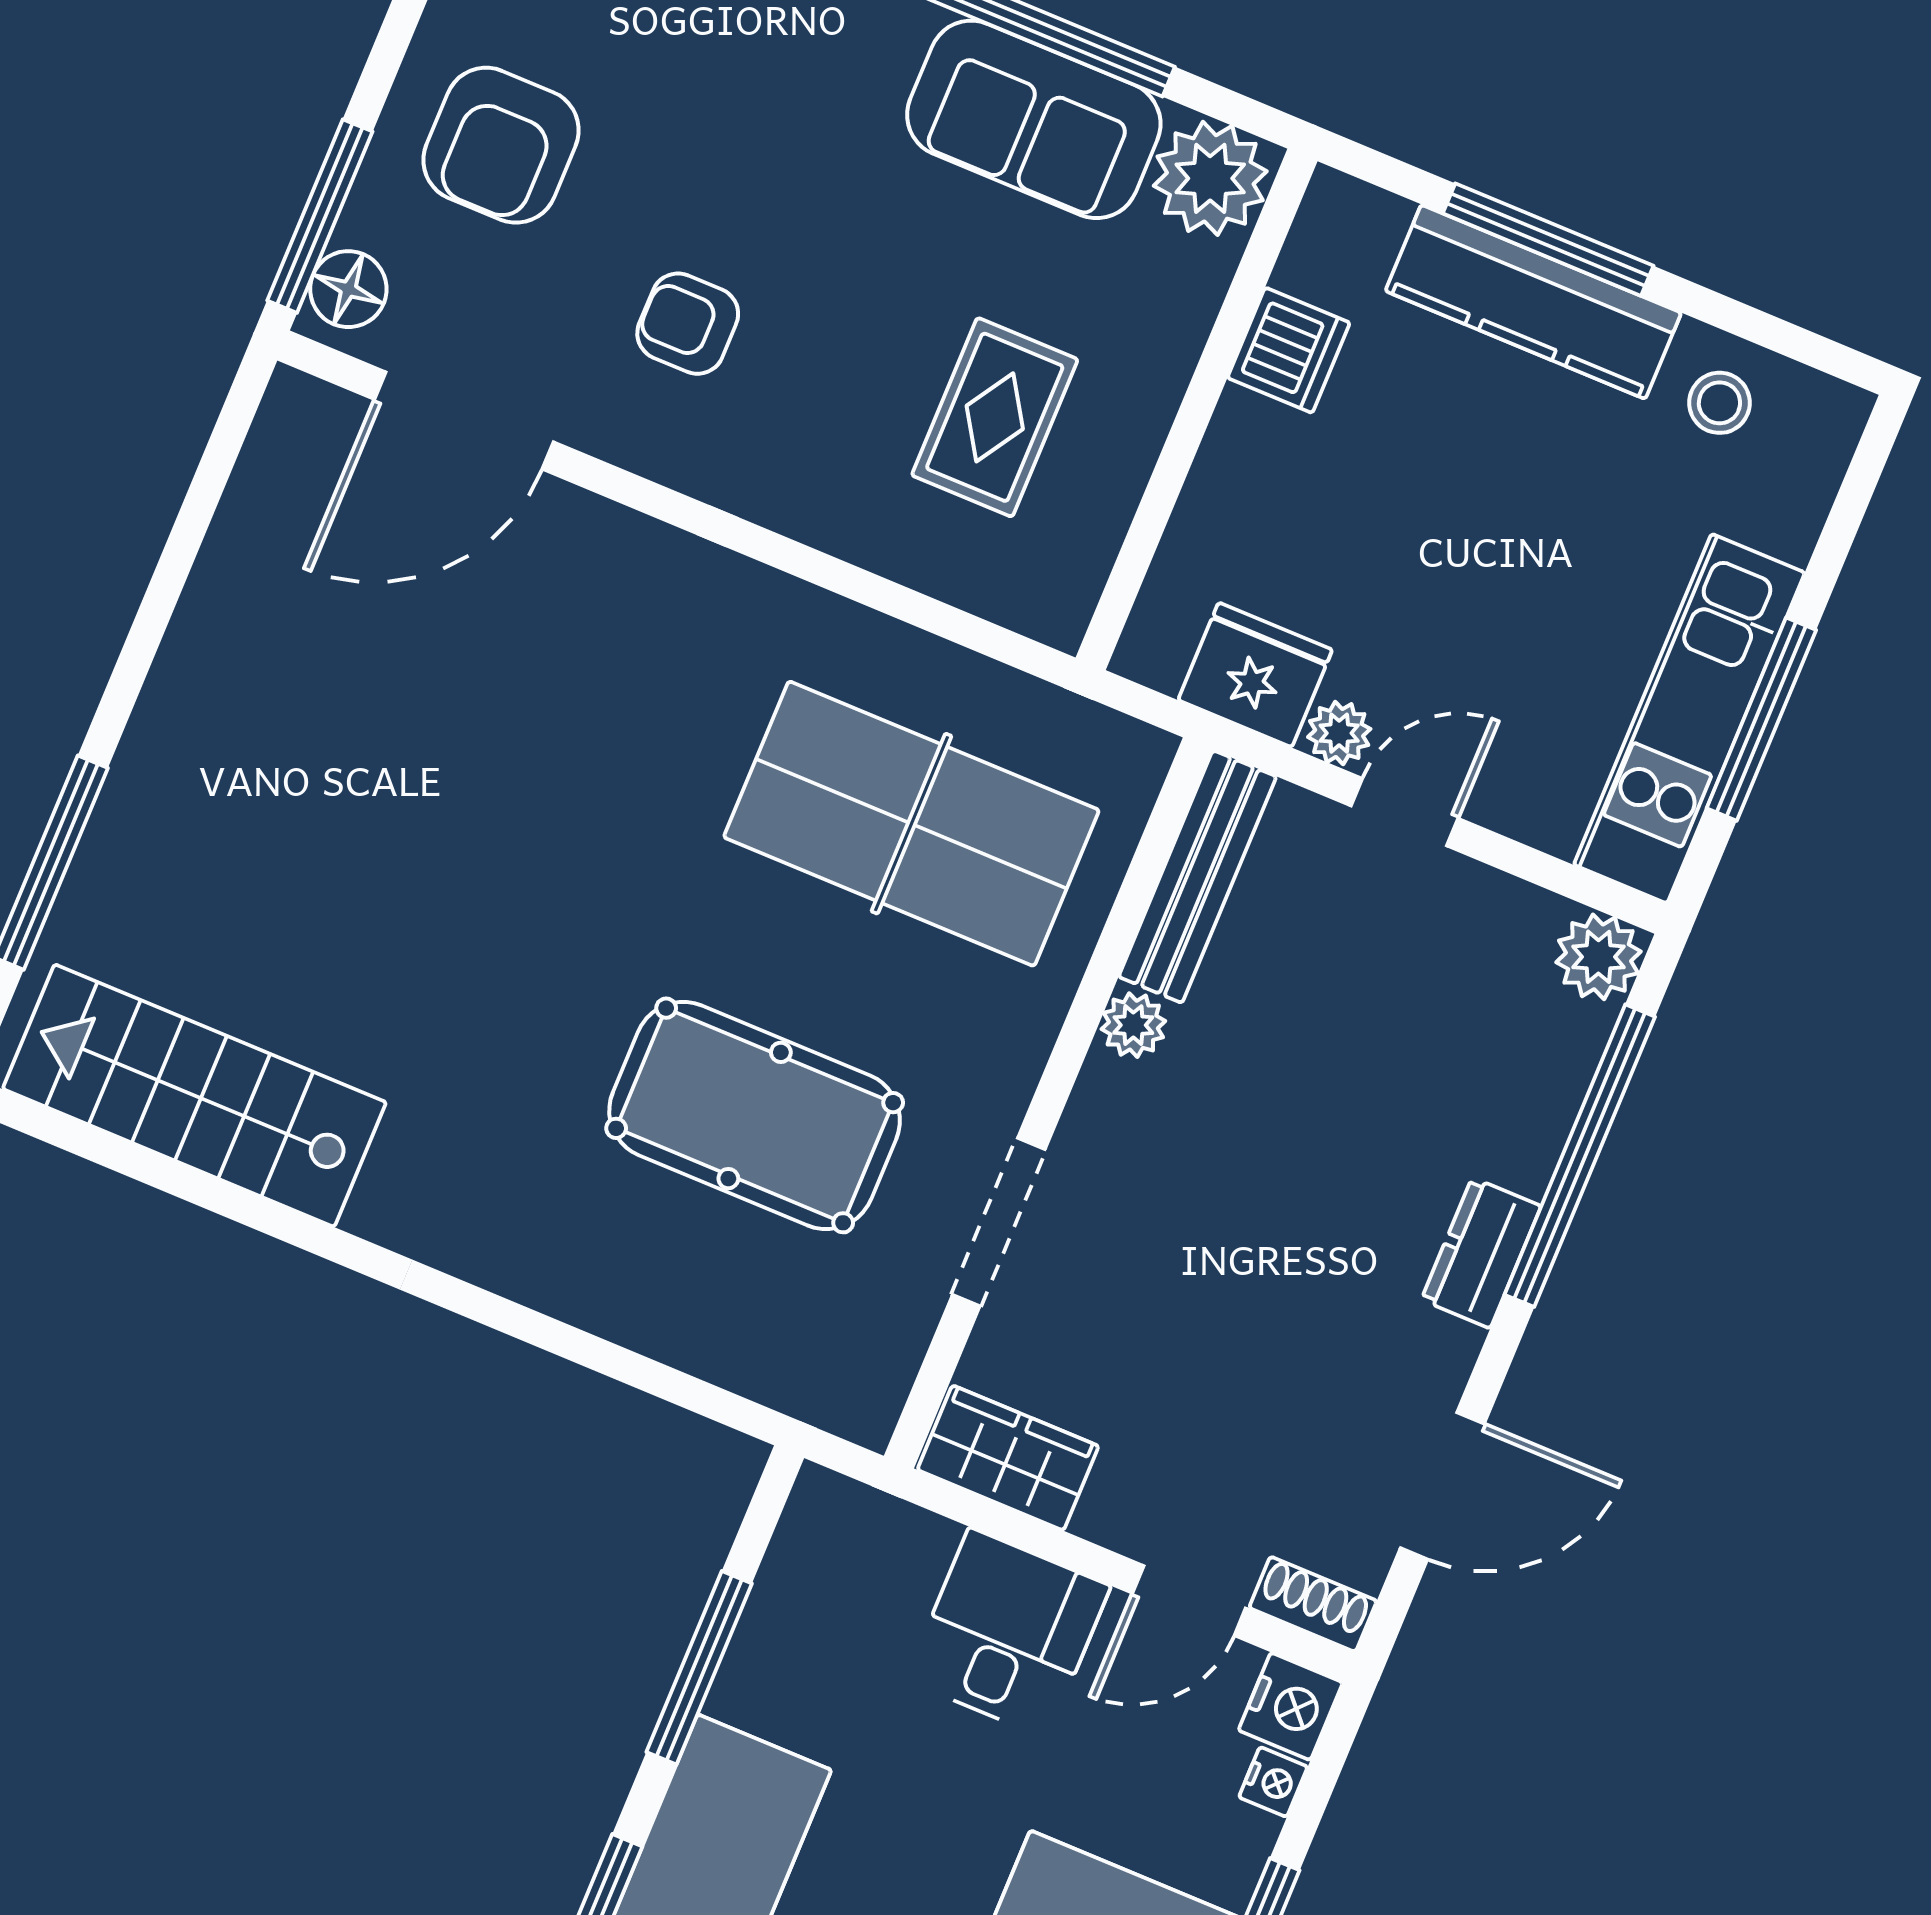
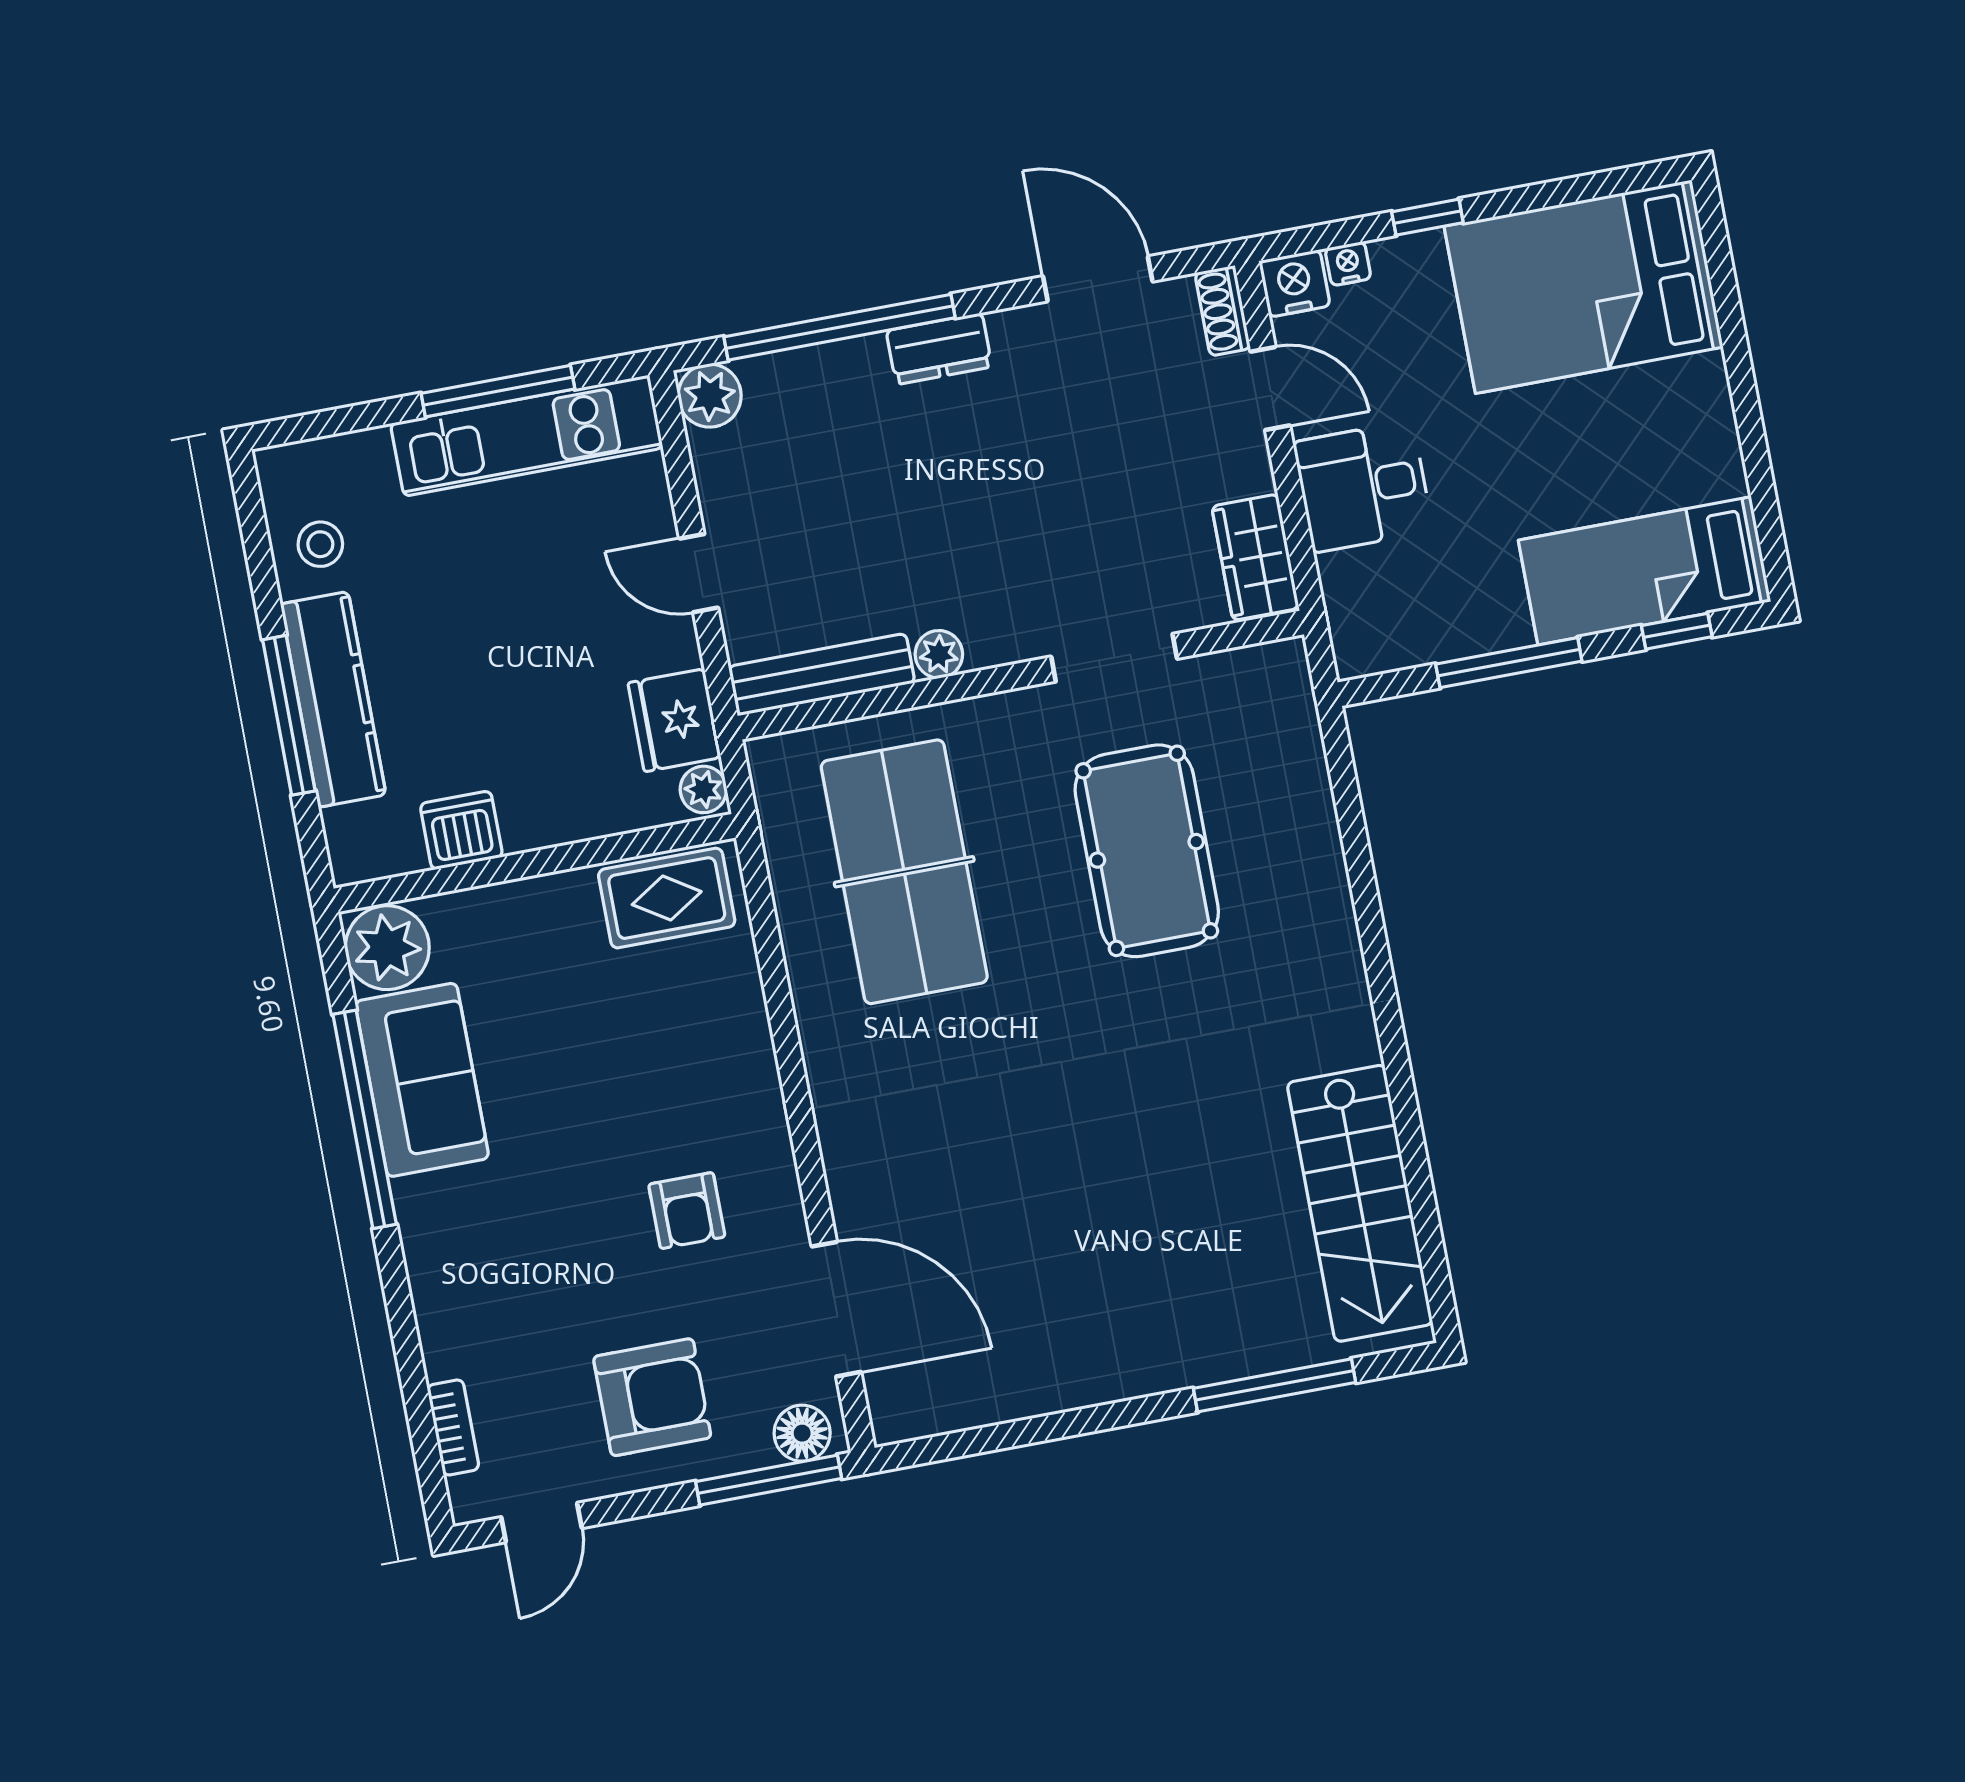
rug: (995, 417) -> (667, 898), moved
plant: (1339, 733) -> (703, 789), moved

